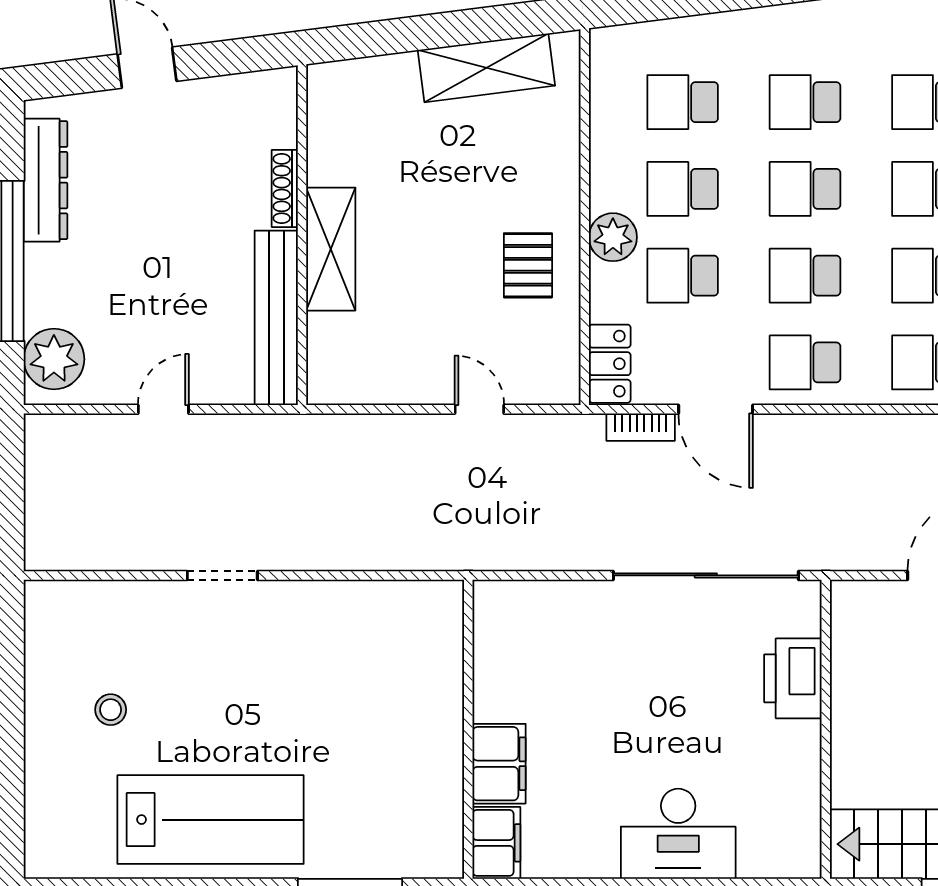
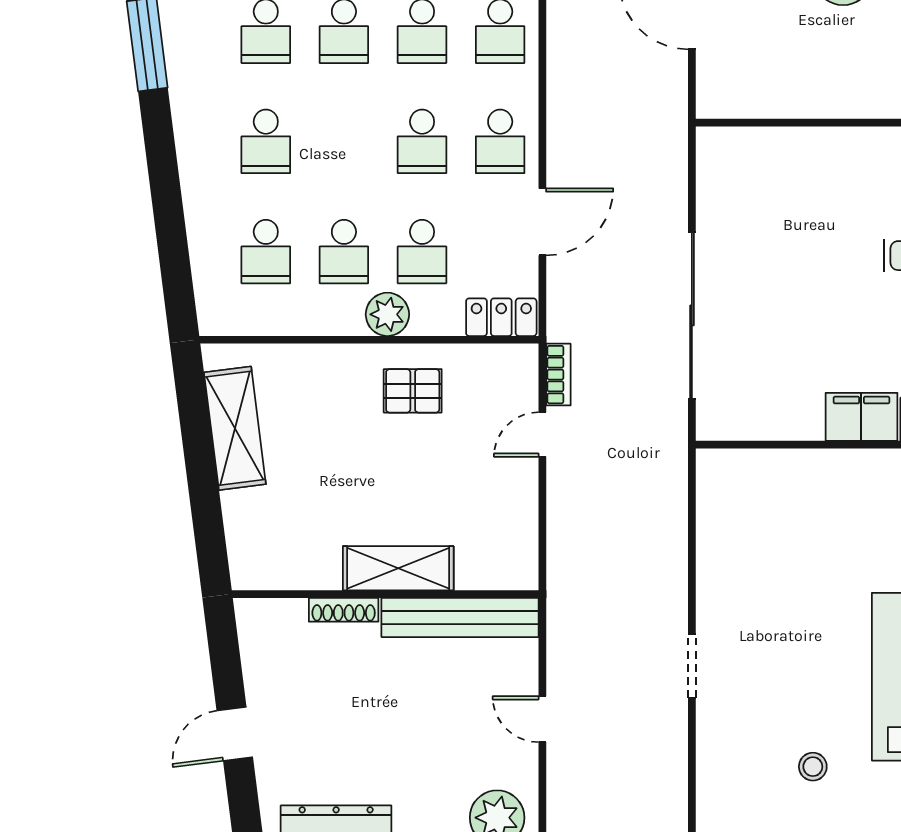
school desk: (805, 189) -> (344, 141), removed
bookcase: (641, 427) -> (558, 375), moved
sliding door: (706, 575) -> (692, 315), moved
printer: (793, 678) -> (785, 152), removed

